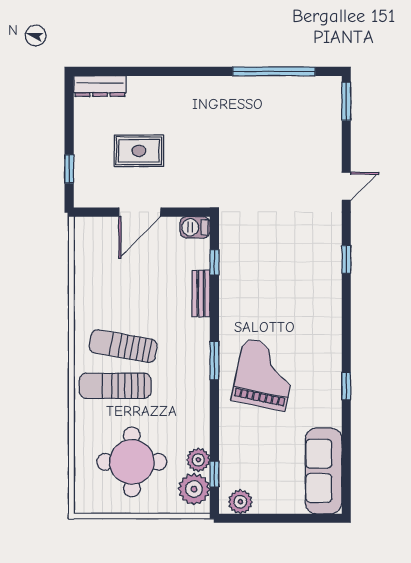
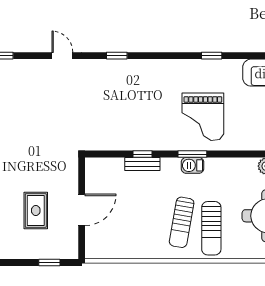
door: (140, 212) -> (82, 210), hinge flipped
barbecue: (195, 227) -> (193, 165), moved, turned 90
window: (214, 262) -> (143, 154), moved
grand piano: (264, 374) -> (203, 117), turned -102

